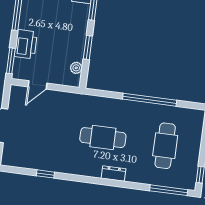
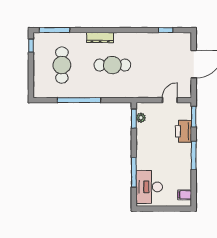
window: (88, 47) -> (134, 119), moved
window: (45, 174) -> (166, 30), moved
dresser: (114, 174) -> (100, 37), width x1.44

